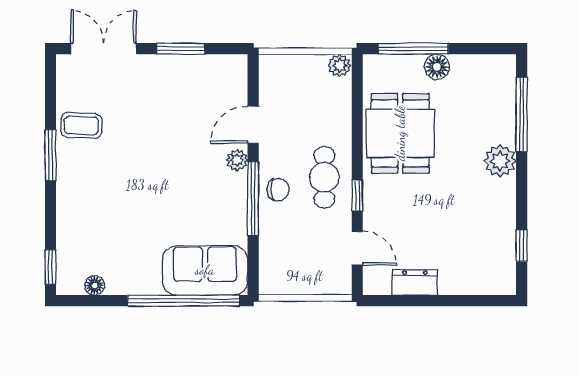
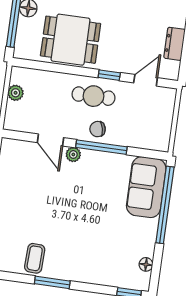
plant: (340, 65) -> (16, 93), moved
chair: (278, 190) -> (98, 129), turned -103

